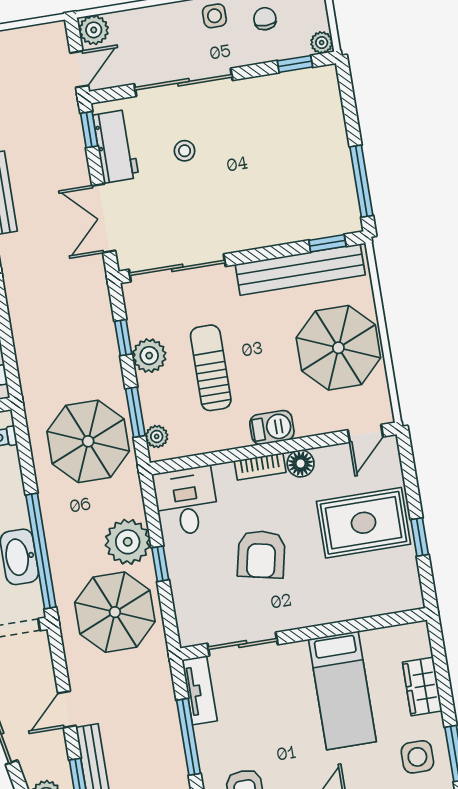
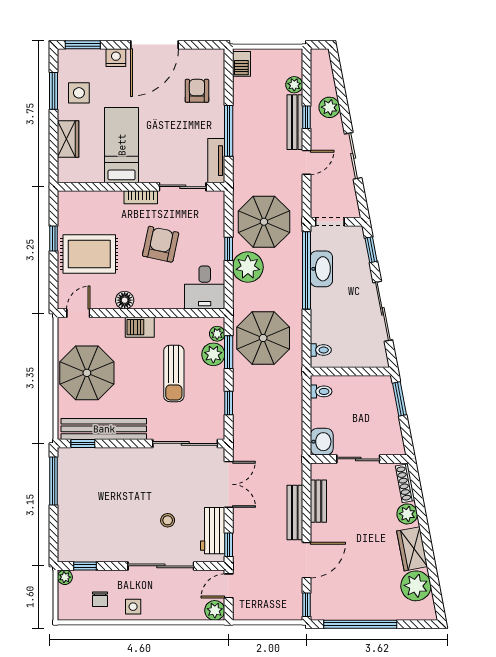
plant: (149, 356) -> (213, 354), moved
bookcase: (260, 467) -> (141, 197), moved, turned 180

